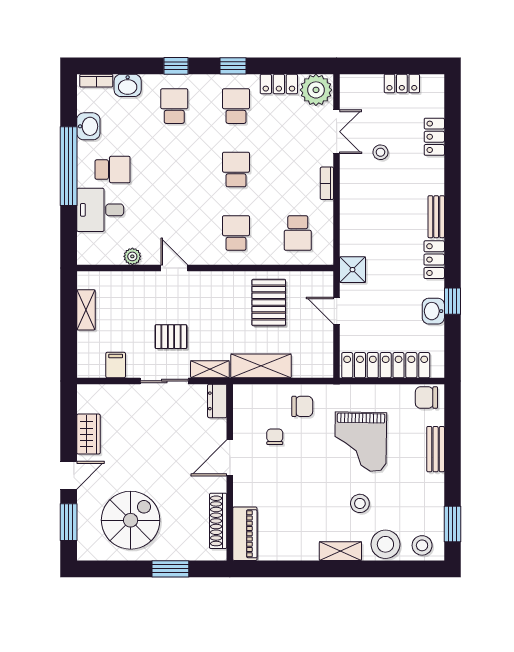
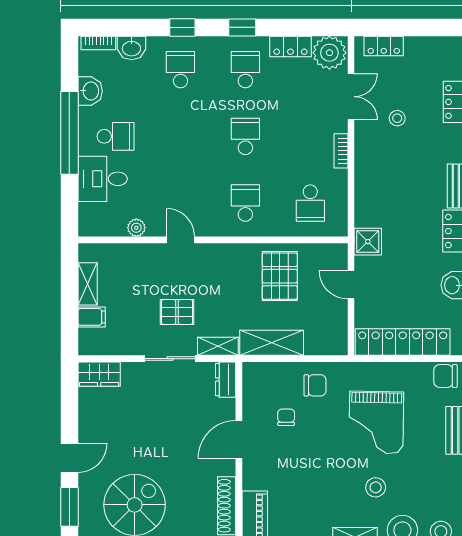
locker: (402, 83) -> (384, 46), moved
filing cabinet: (116, 365) -> (92, 317), moved, turned 90
wardrobe: (88, 434) -> (99, 374), moved, turned 90

